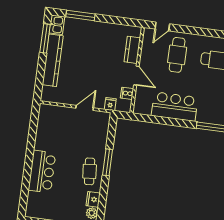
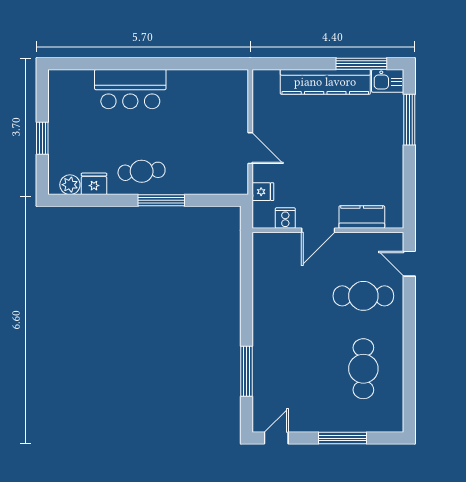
bar counter: (175, 107) -> (273, 304), removed

